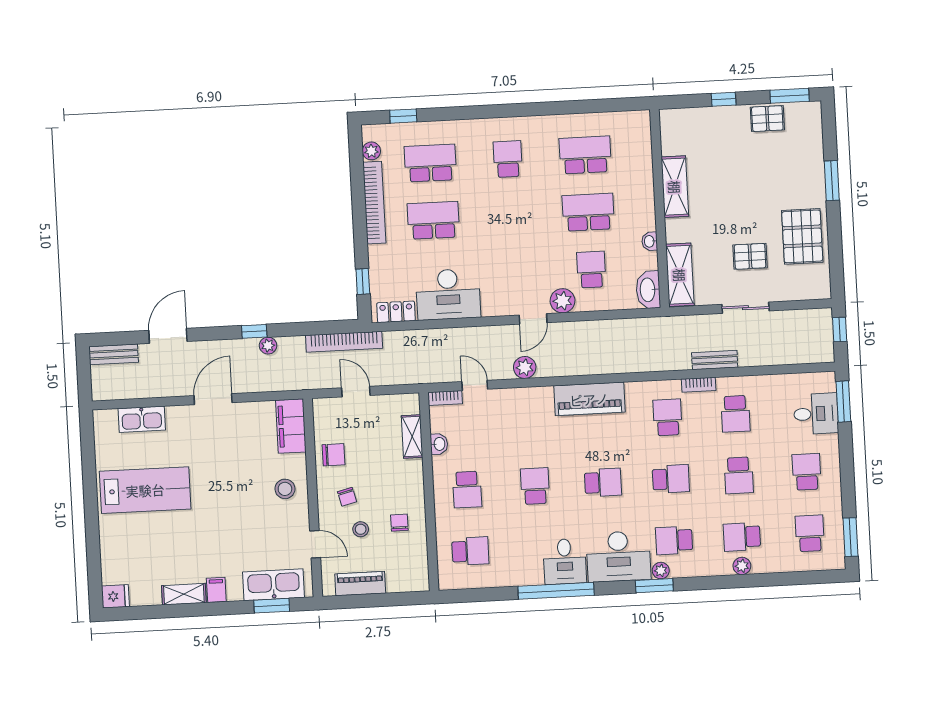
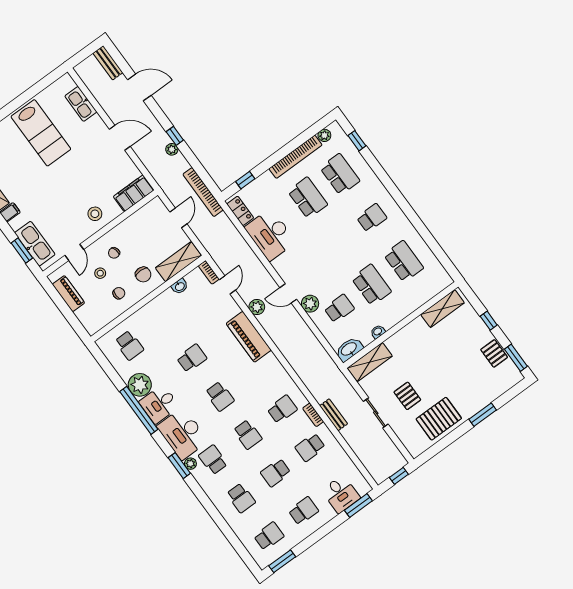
shelving: (675, 187) -> (443, 309), moved
piano: (589, 399) -> (249, 337), moved
shelving: (412, 437) -> (178, 262), width x1.50, depth x1.33
chair: (334, 455) -> (143, 275), moved
school desk: (467, 490) -> (164, 320), removed
school desk: (742, 537) -> (241, 498), turned 180
plant: (742, 566) -> (140, 385), moved, width x1.87, depth x1.87

